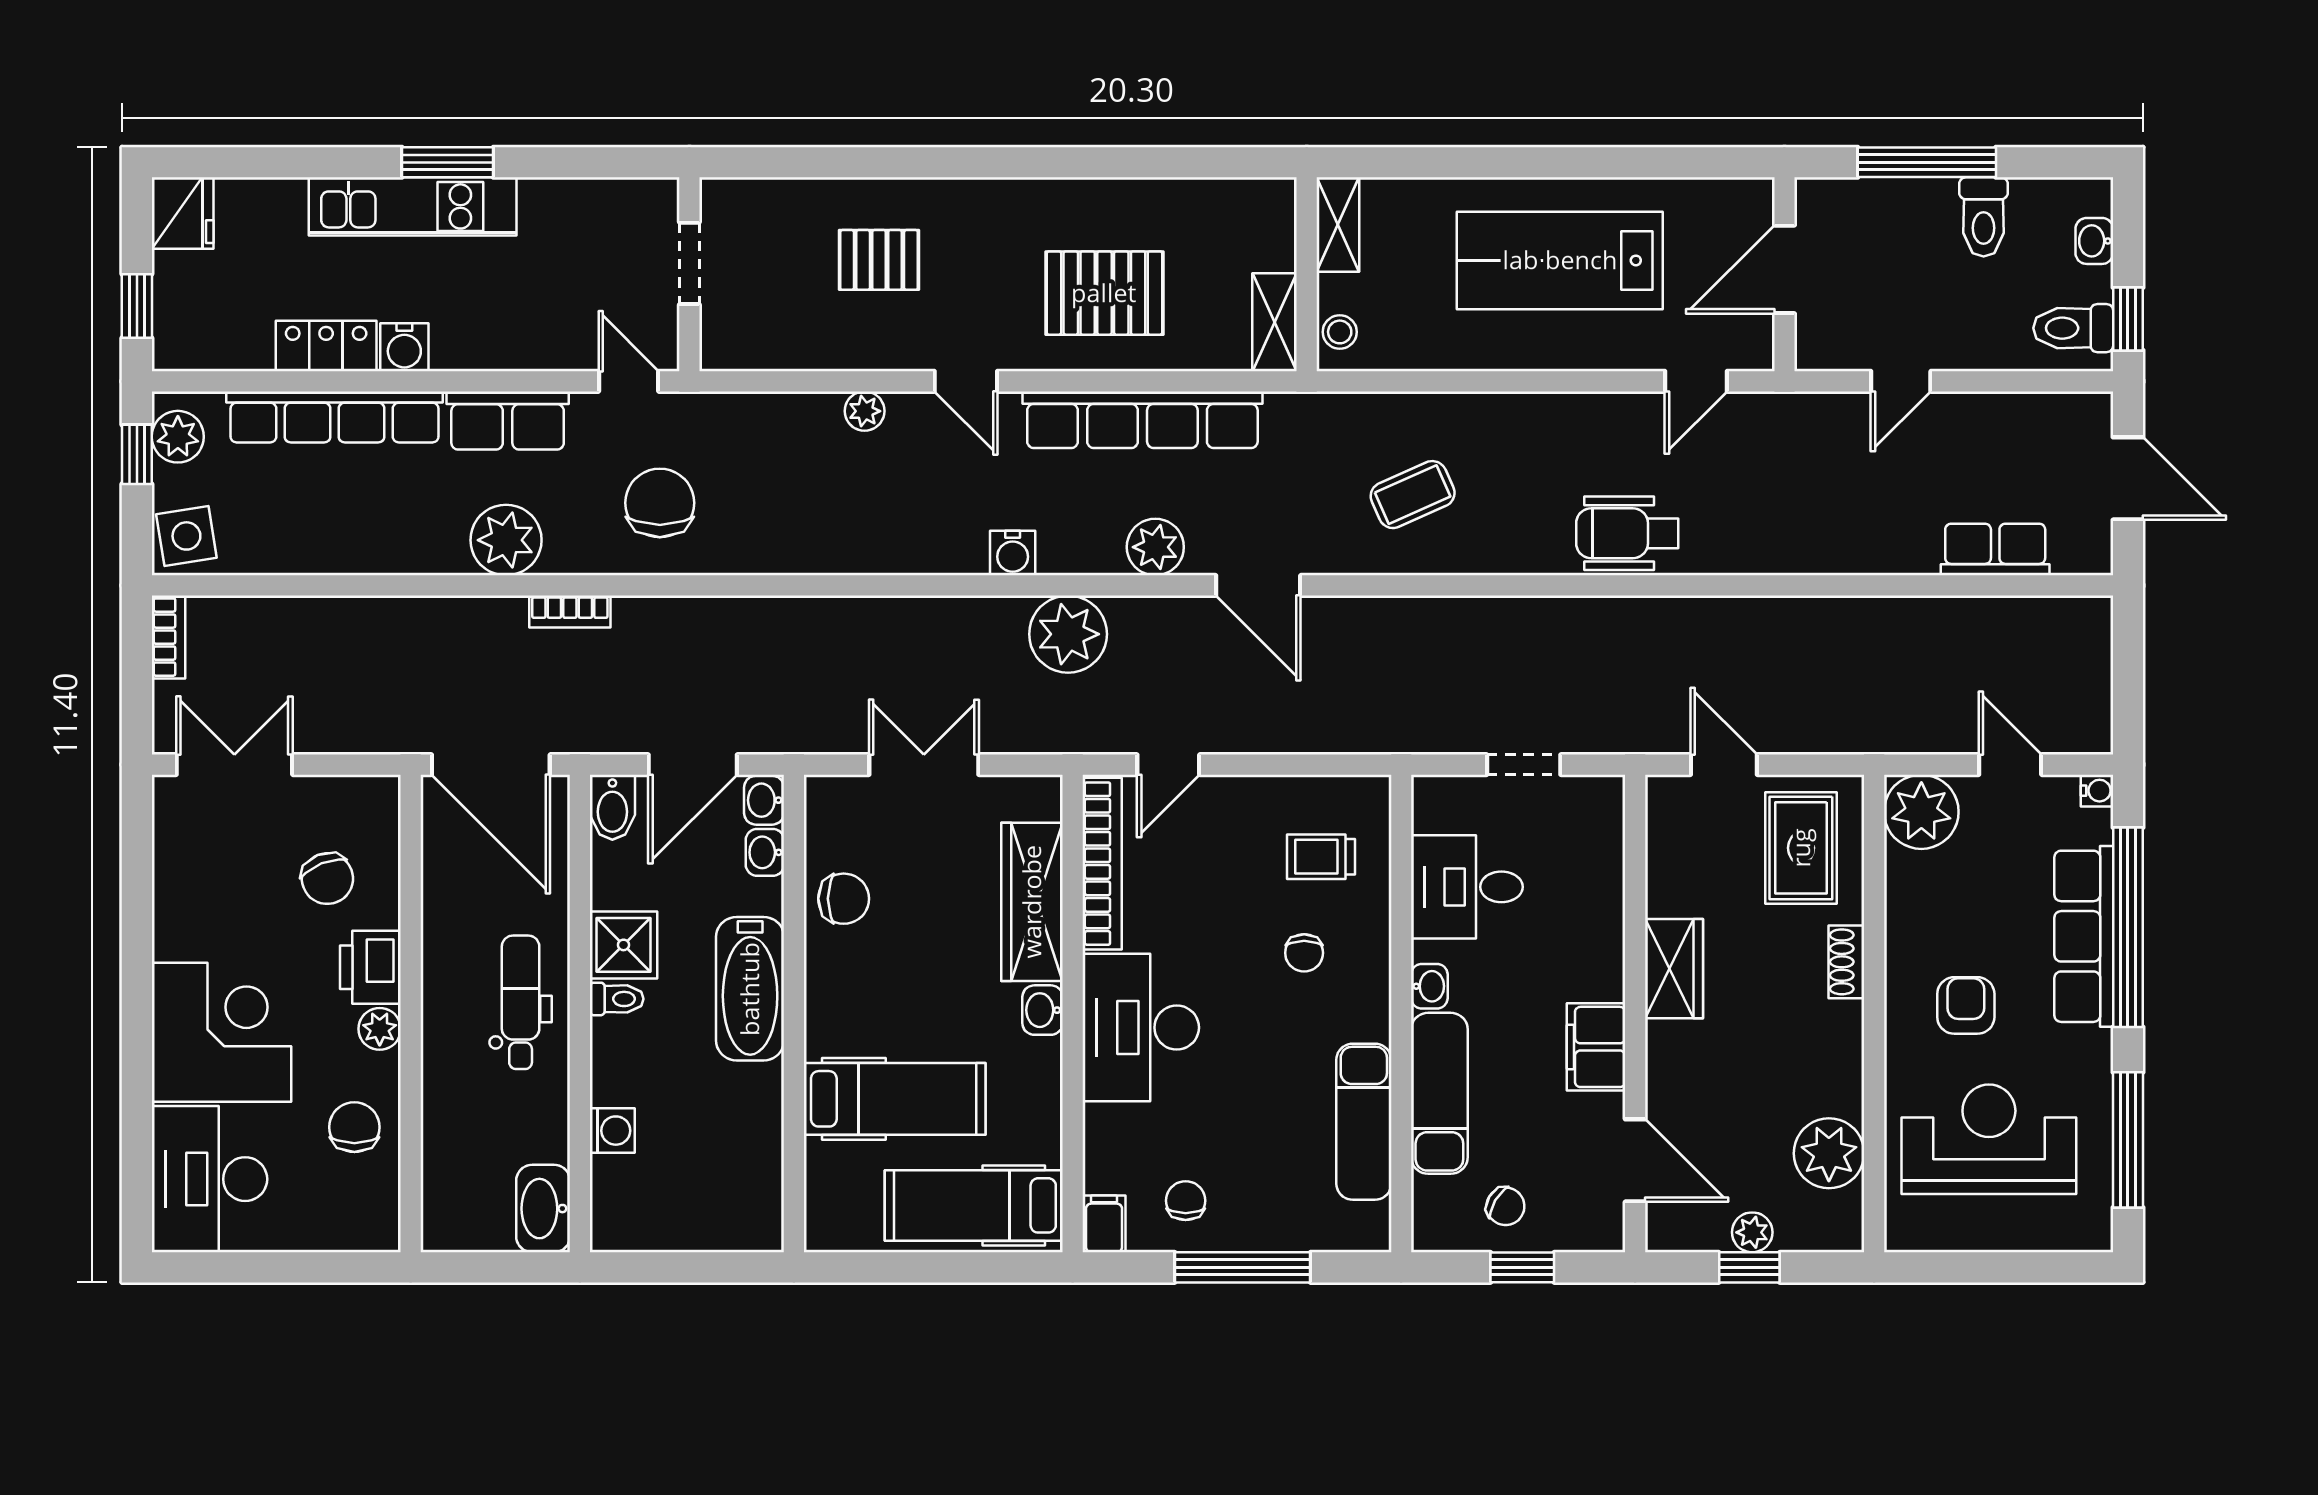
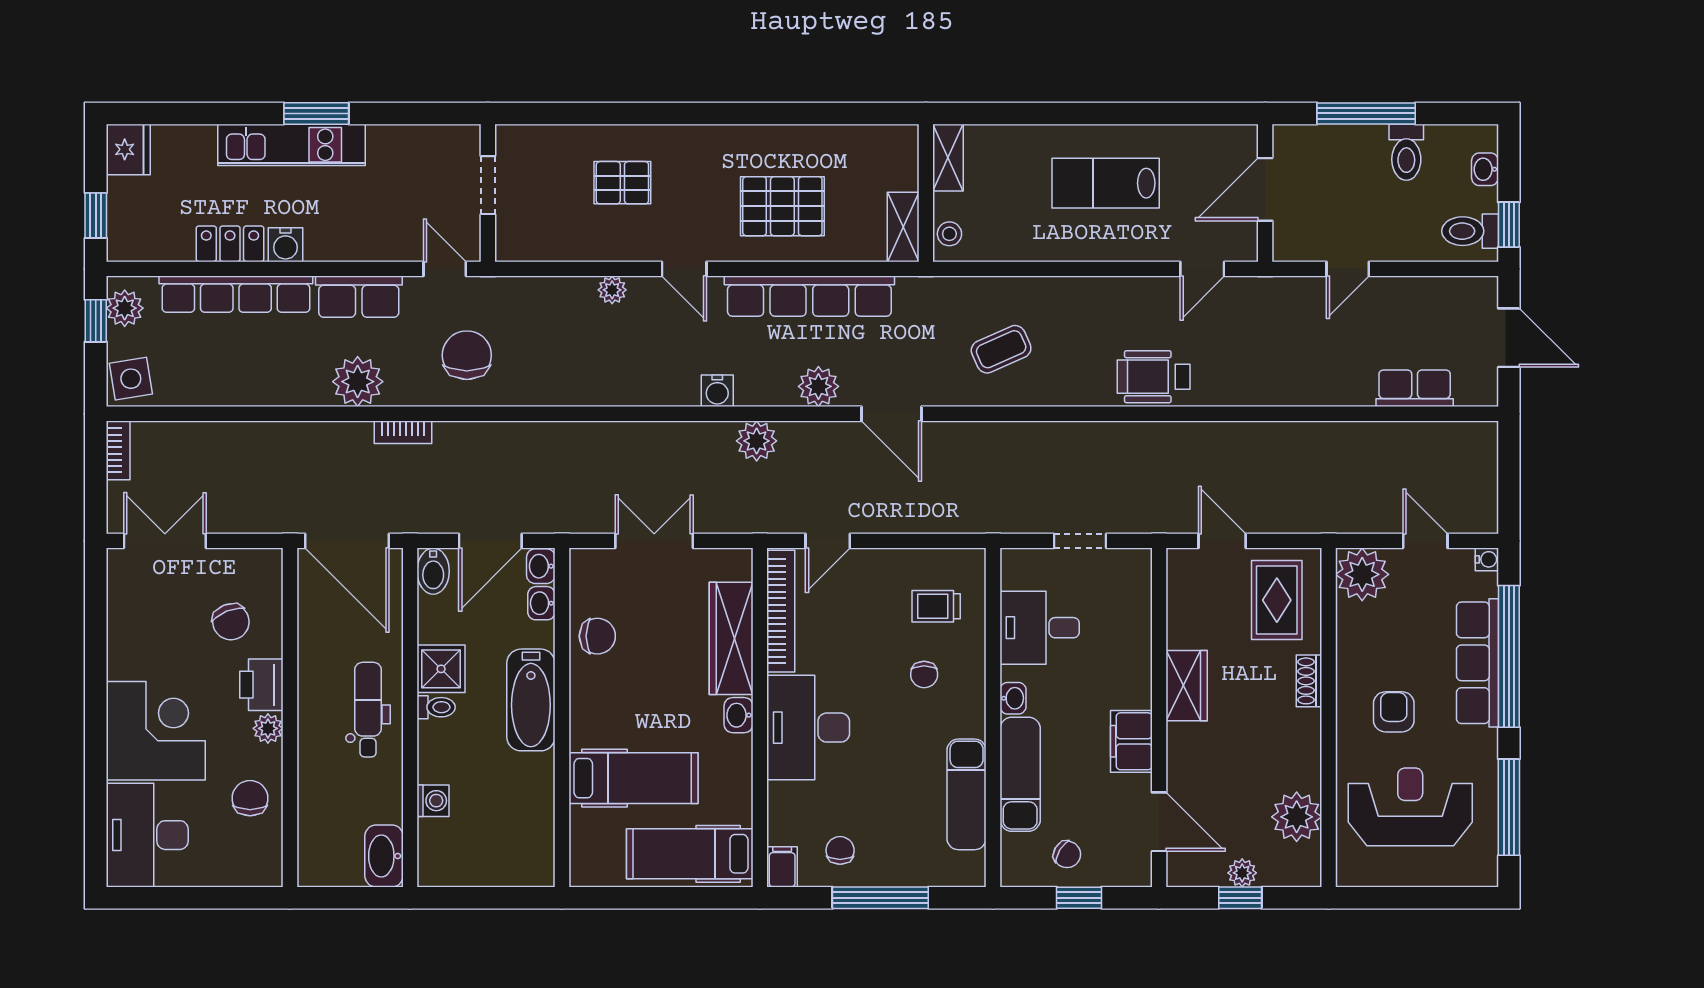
lab bench: (1560, 260) -> (1106, 183), width x0.73, depth x0.72
plant: (1068, 634) -> (757, 441), width x0.73, depth x0.73

